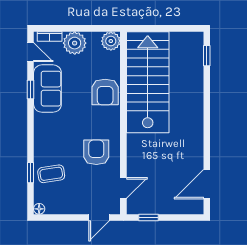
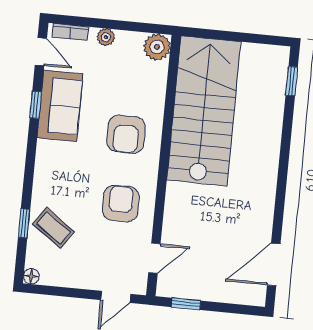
plant: (75, 43) -> (106, 37), width x0.53, depth x0.53
armchair: (105, 92) -> (126, 134), moved
coffee table: (51, 174) -> (53, 228), turned 45

